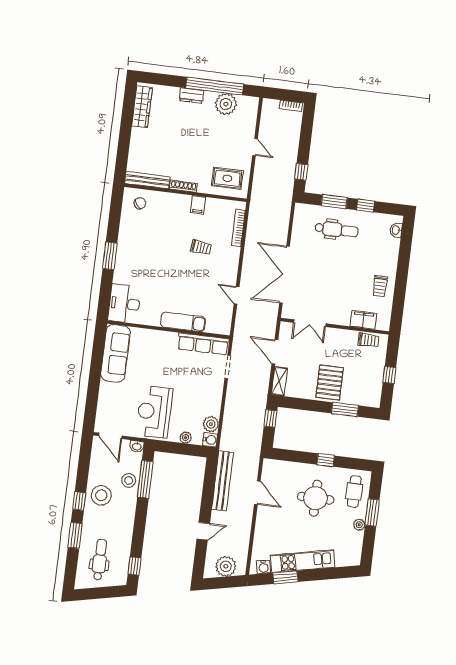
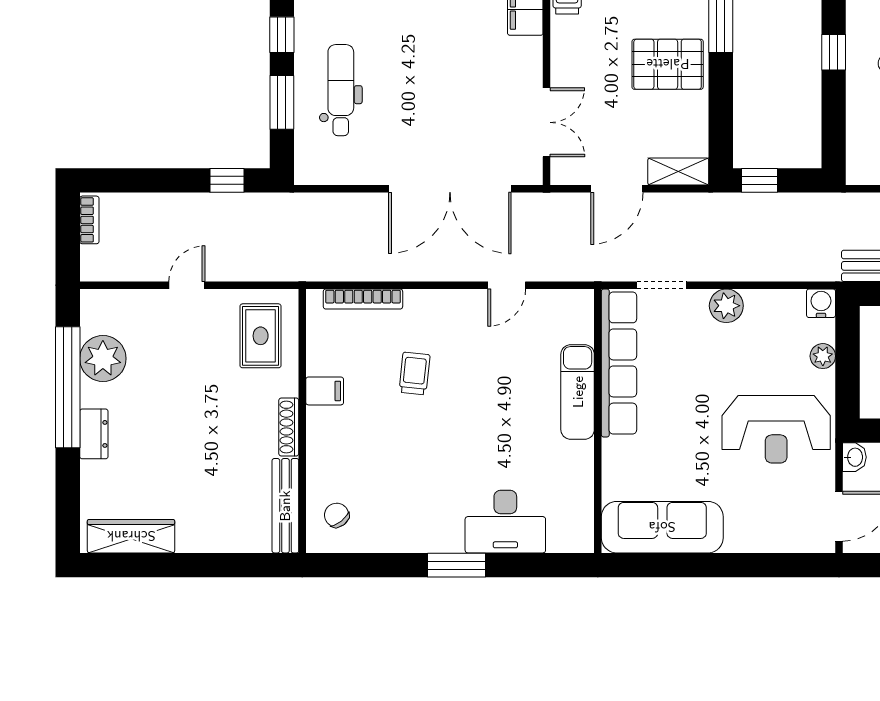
desk: (124, 304) -> (505, 522), moved
row of seats: (203, 344) -> (619, 363), width x1.36
plant: (211, 424) -> (726, 306), moved

